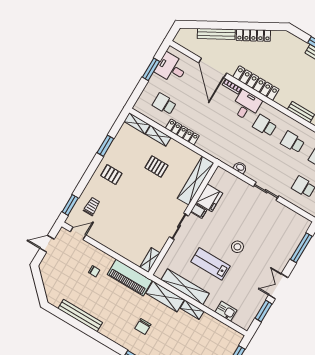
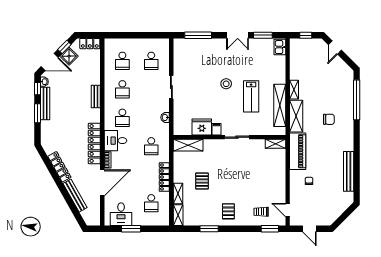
school desk: (220, 137) -> (151, 146), added
shelving: (196, 181) -> (188, 145), width x0.68
kitchen sink: (226, 311) -> (280, 47), moved

